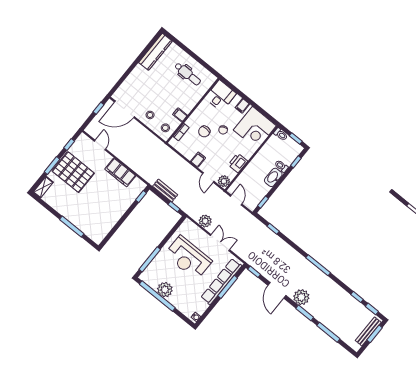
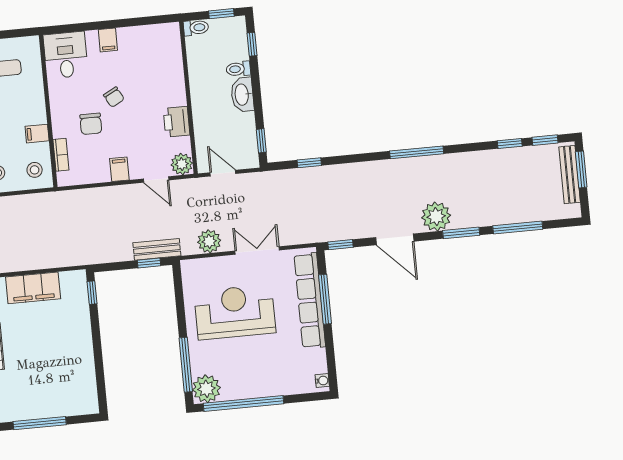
corner desk: (255, 128) -> (153, 53), removed
bench: (165, 191) -> (157, 249), moved
reception desk: (188, 258) -> (235, 312), turned 180
plant: (165, 290) -> (206, 389), moved

